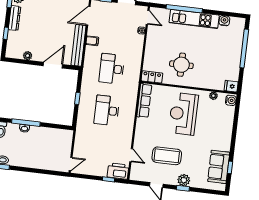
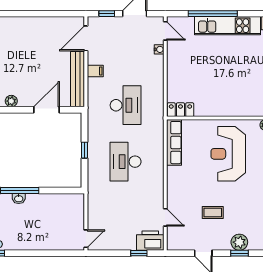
round table: (181, 65) -> (218, 89), removed
desk: (112, 69) -> (126, 105), turned 180
coffee table: (167, 156) -> (213, 213), width x0.54, depth x0.58

